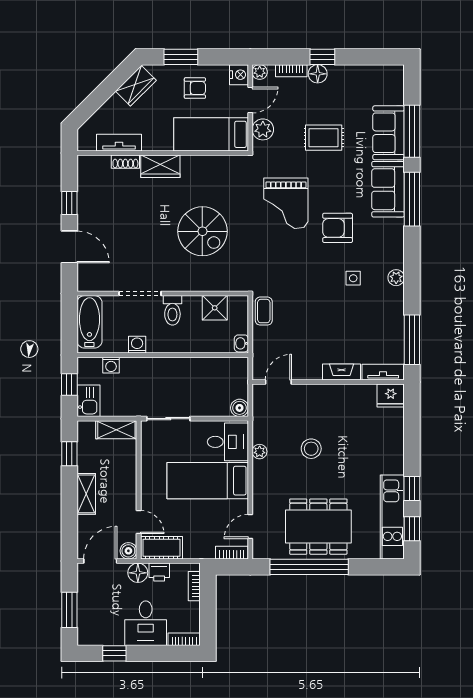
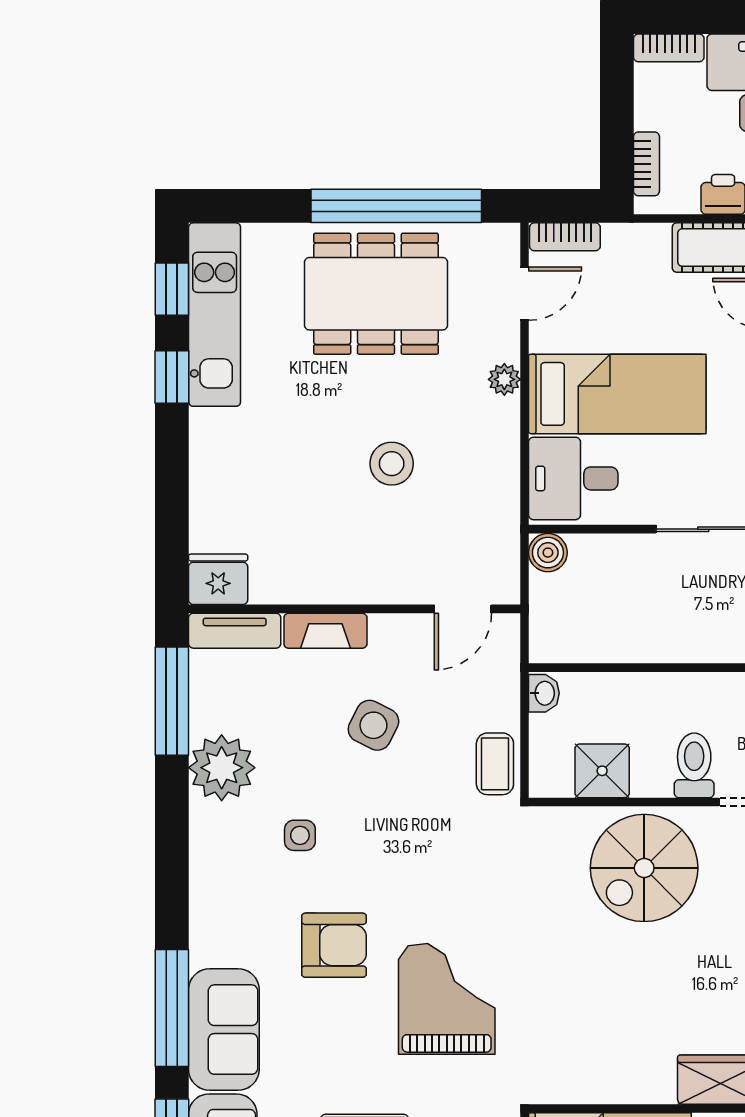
spiral stairs: (202, 231) -> (644, 868), moved, turned -90
plant: (396, 278) -> (222, 768), moved, width x1.88, depth x1.88
side table: (319, 329) -> (373, 725), added
plant: (260, 452) -> (504, 379), moved

